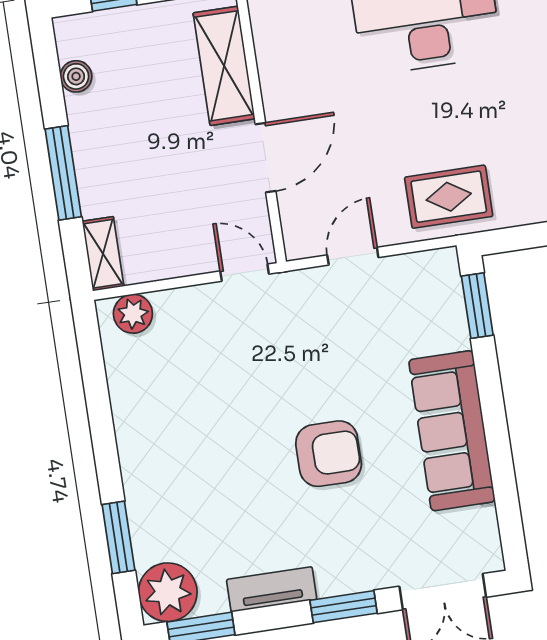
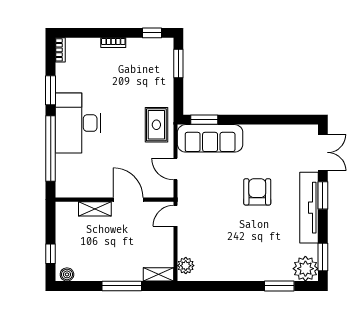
shelving: (224, 66) -> (95, 209), width x0.67, depth x0.75
boiler: (76, 76) -> (67, 274), moved
sofa: (452, 431) -> (210, 138), moved
tv unit: (272, 589) -> (309, 208), width x1.92, depth x1.29

